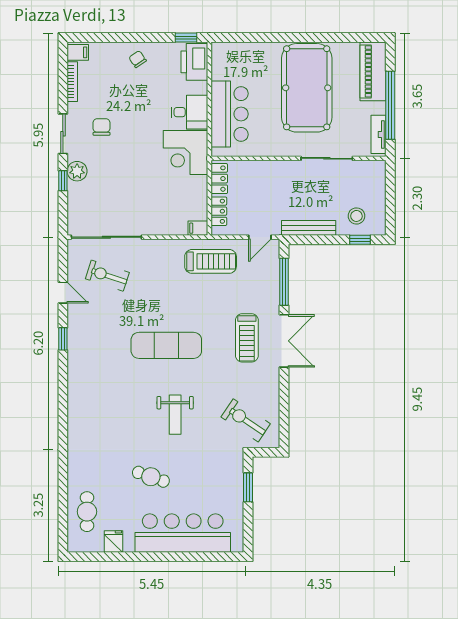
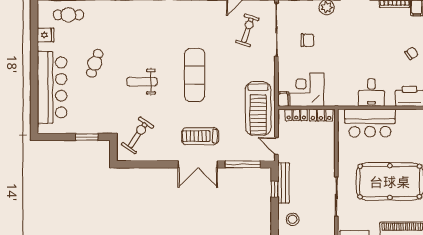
chair: (102, 127) -> (307, 40), moved
corner desk: (186, 152) -> (307, 90), moved
window: (360, 240) -> (275, 189), moved
treadmill: (211, 261) -> (258, 109), width x1.37, depth x1.37

